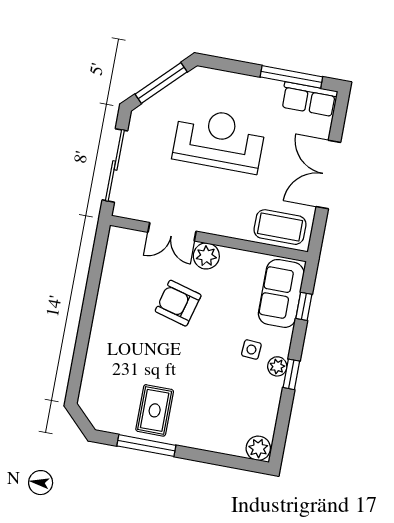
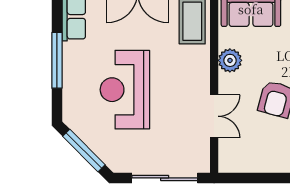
window: (291, 77) -> (57, 60), moved
plant: (206, 256) -> (230, 60), moved

